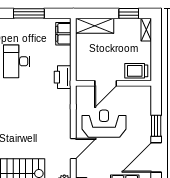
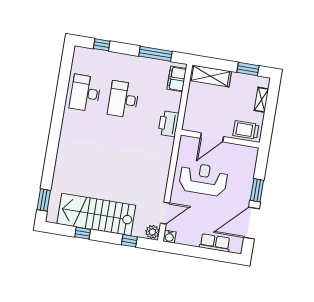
window: (29, 13) -> (155, 54), moved
shelving: (146, 30) -> (261, 100), moved
door: (73, 149) -> (165, 213), moved

